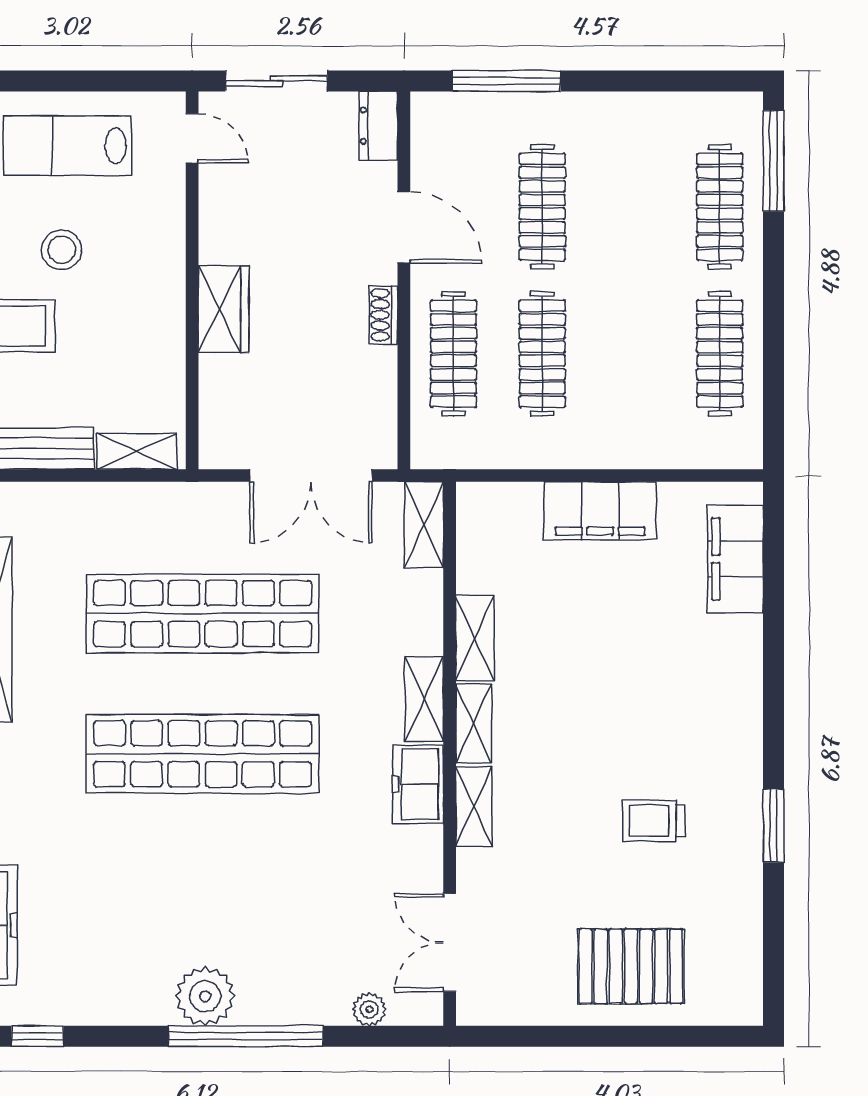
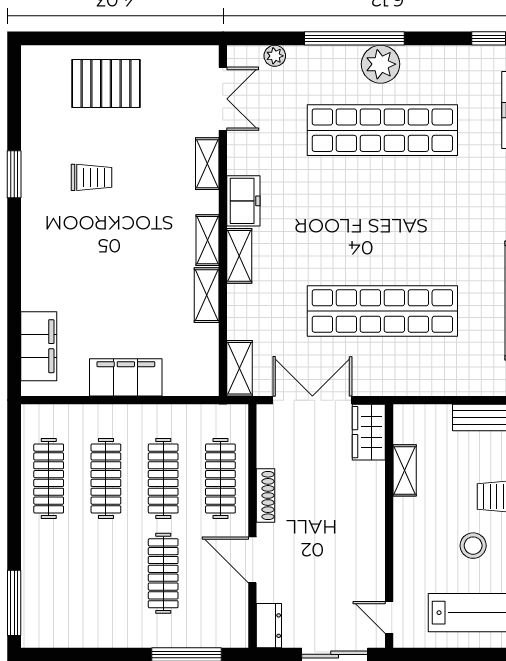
clothes rail: (720, 207) -> (106, 479), moved
wardrobe: (224, 309) -> (369, 432), moved
shoe rack: (383, 315) -> (266, 495), width x1.43
shelving: (137, 451) -> (405, 470), moved, turned 90
shop shelf: (202, 754) -> (382, 130), moved
shelving: (474, 806) -> (207, 164), moved

